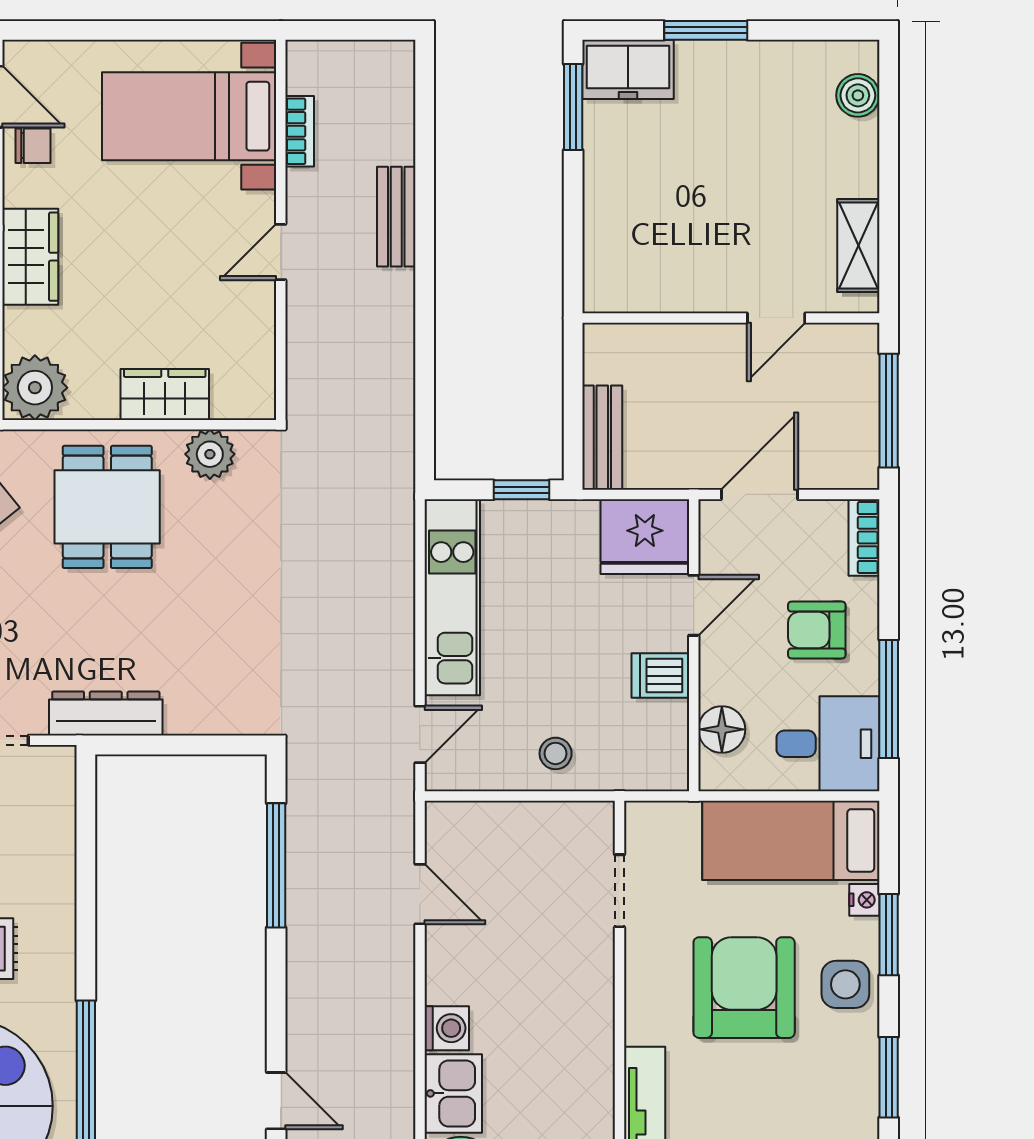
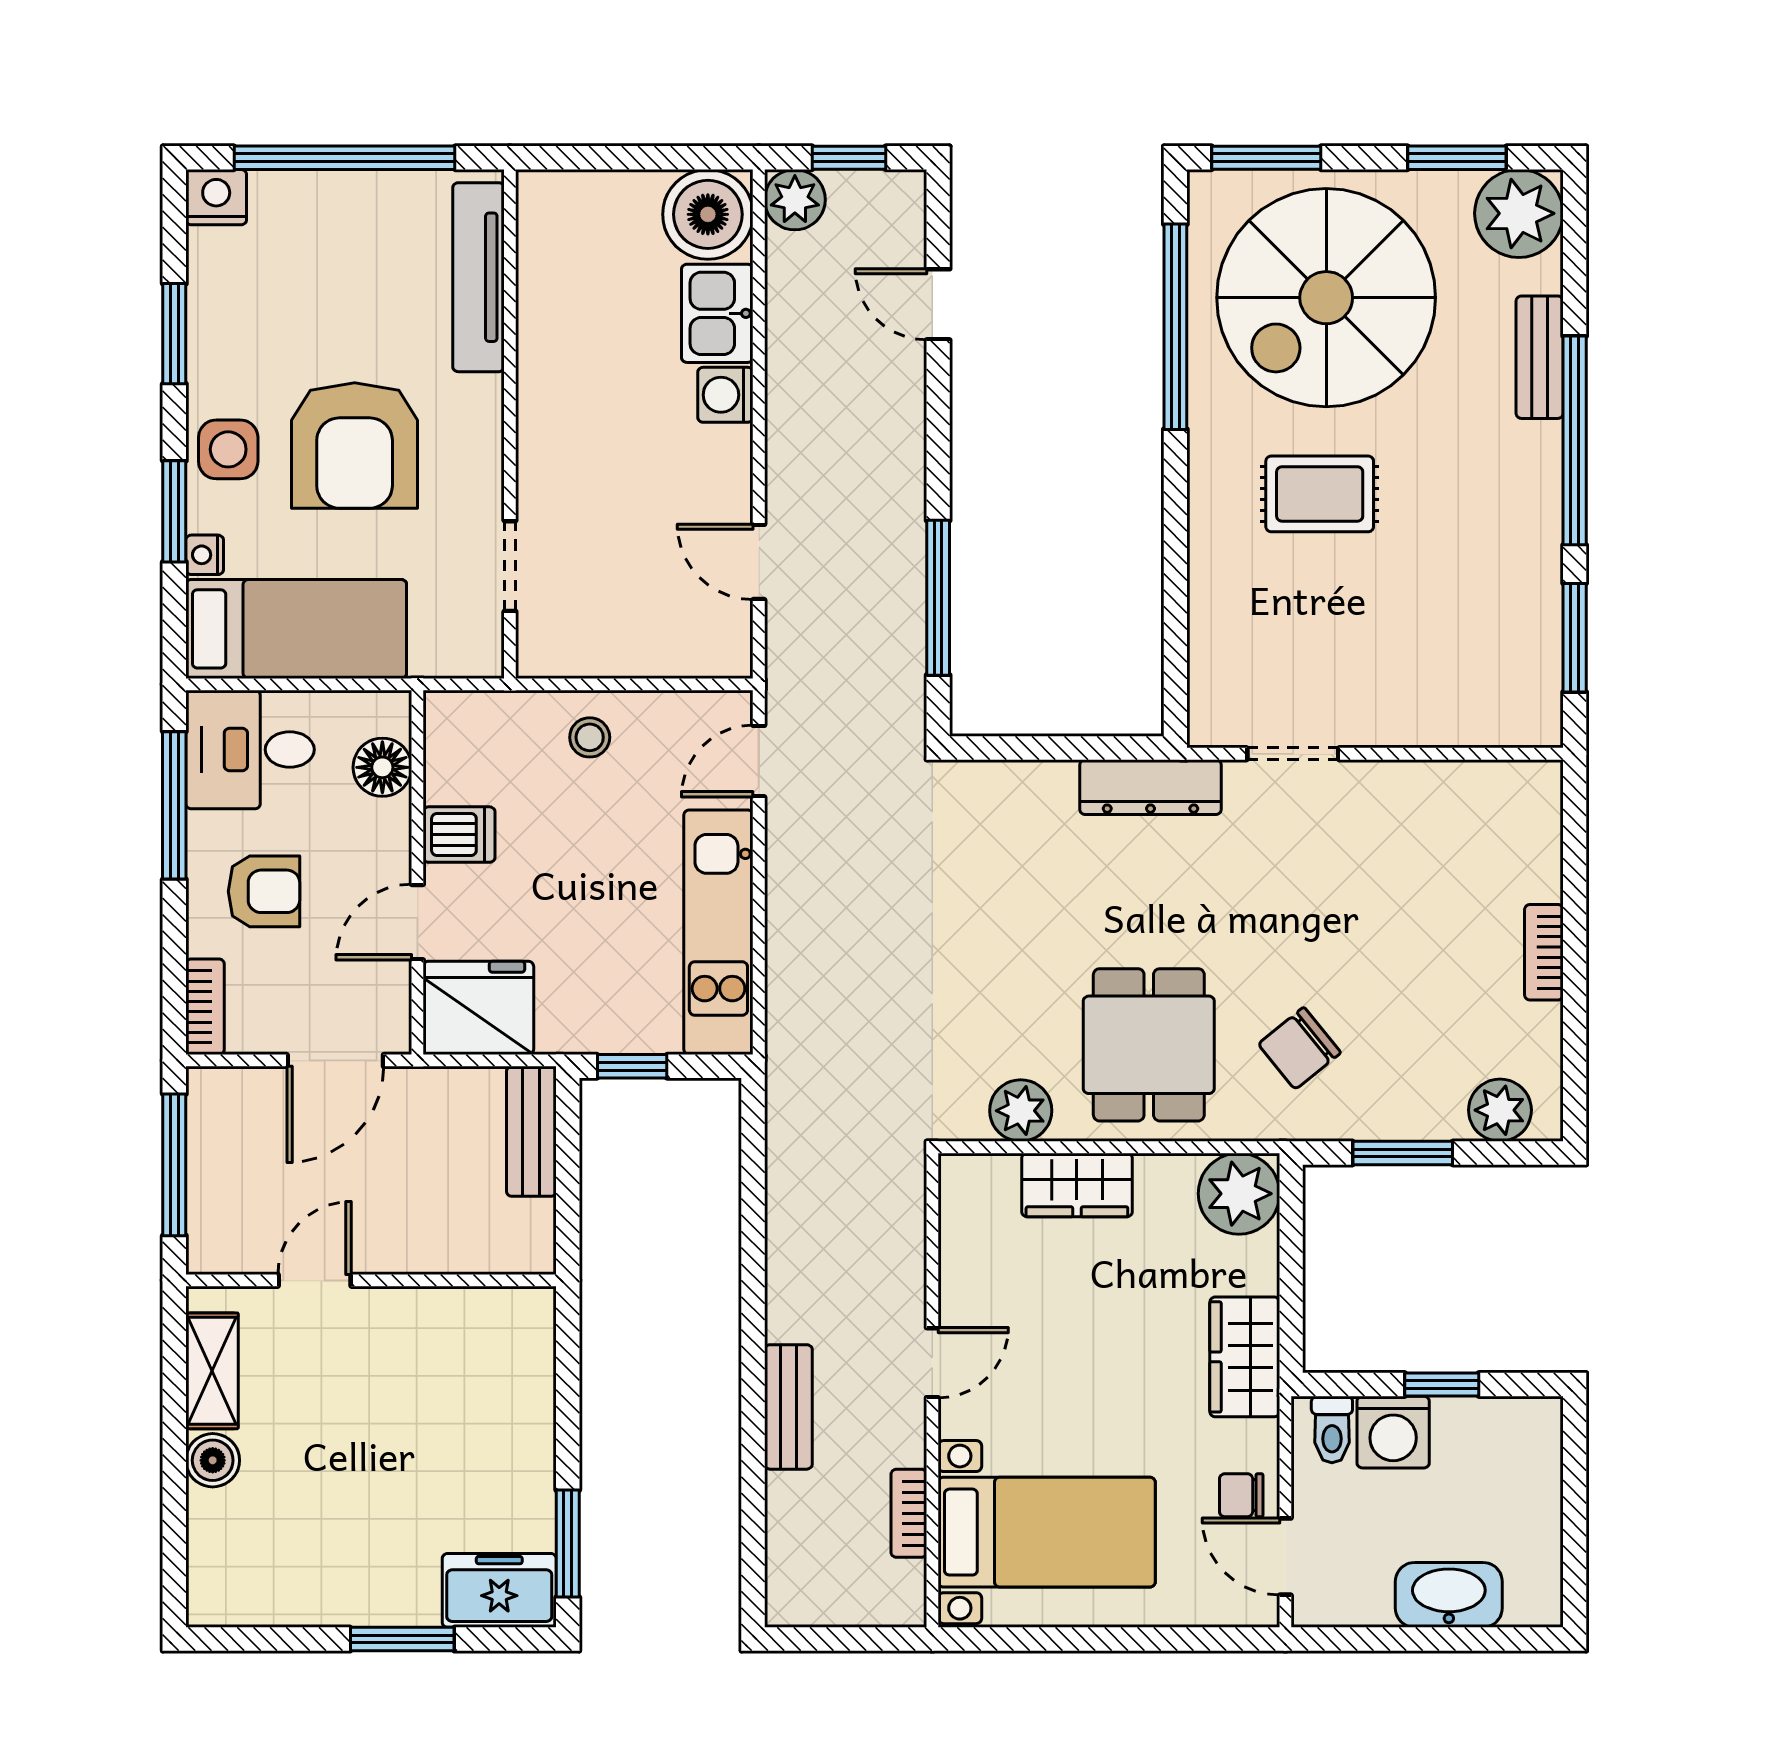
boiler: (858, 95) -> (213, 1460), moved

